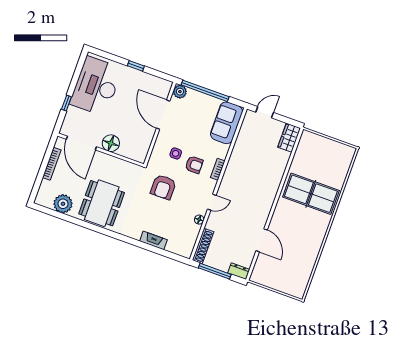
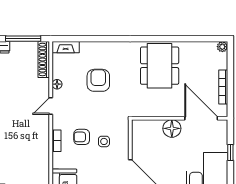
armchair: (163, 187) -> (98, 80), moved
plant: (63, 204) -> (222, 47), moved, width x0.53, depth x0.53
fireplace: (153, 240) -> (66, 47), moved

